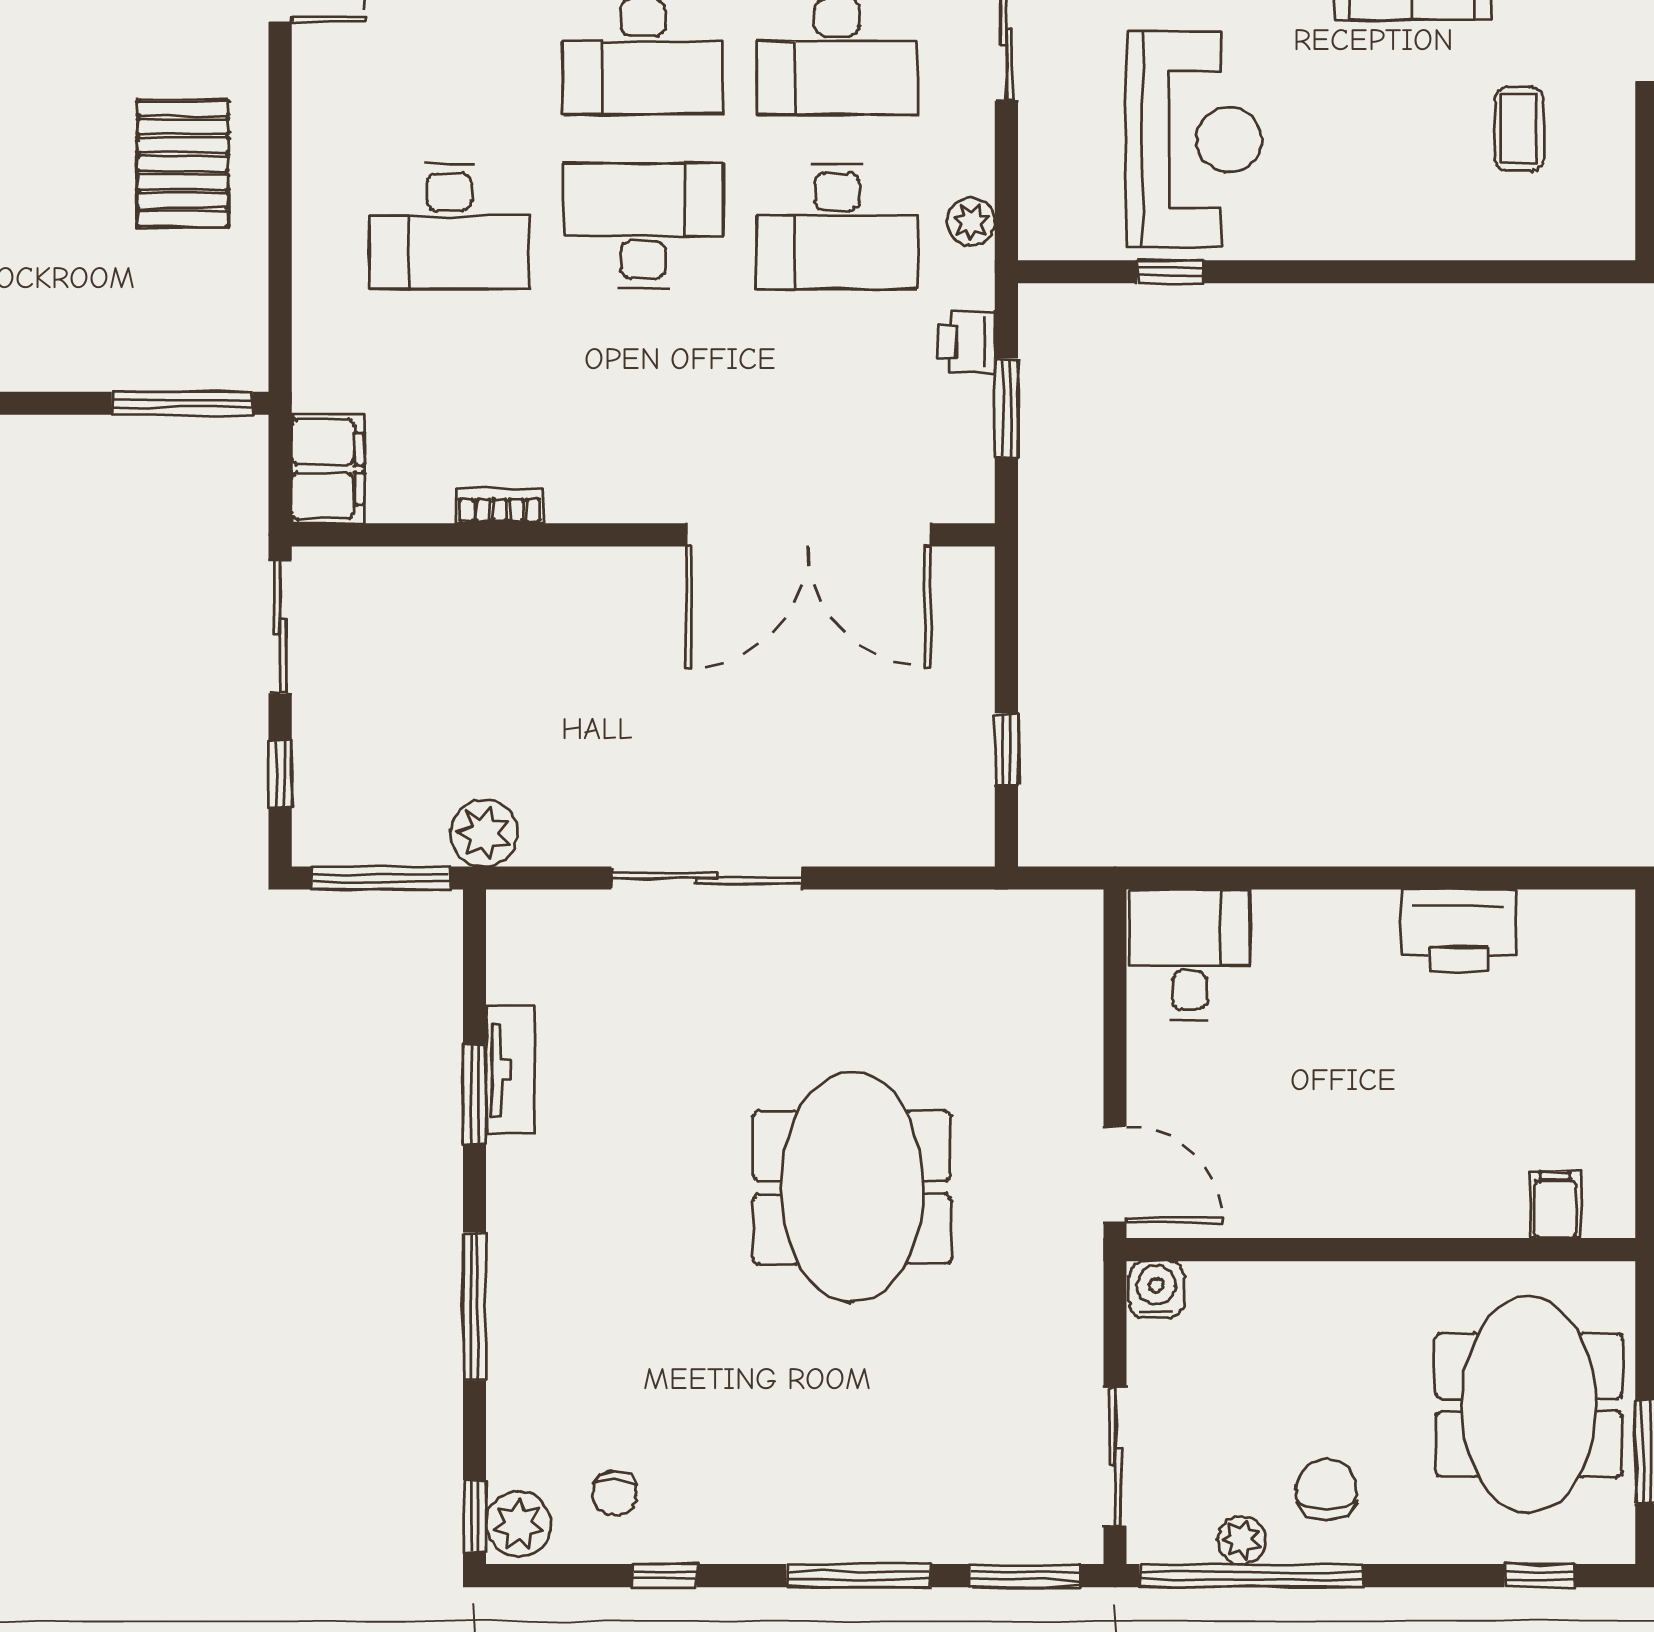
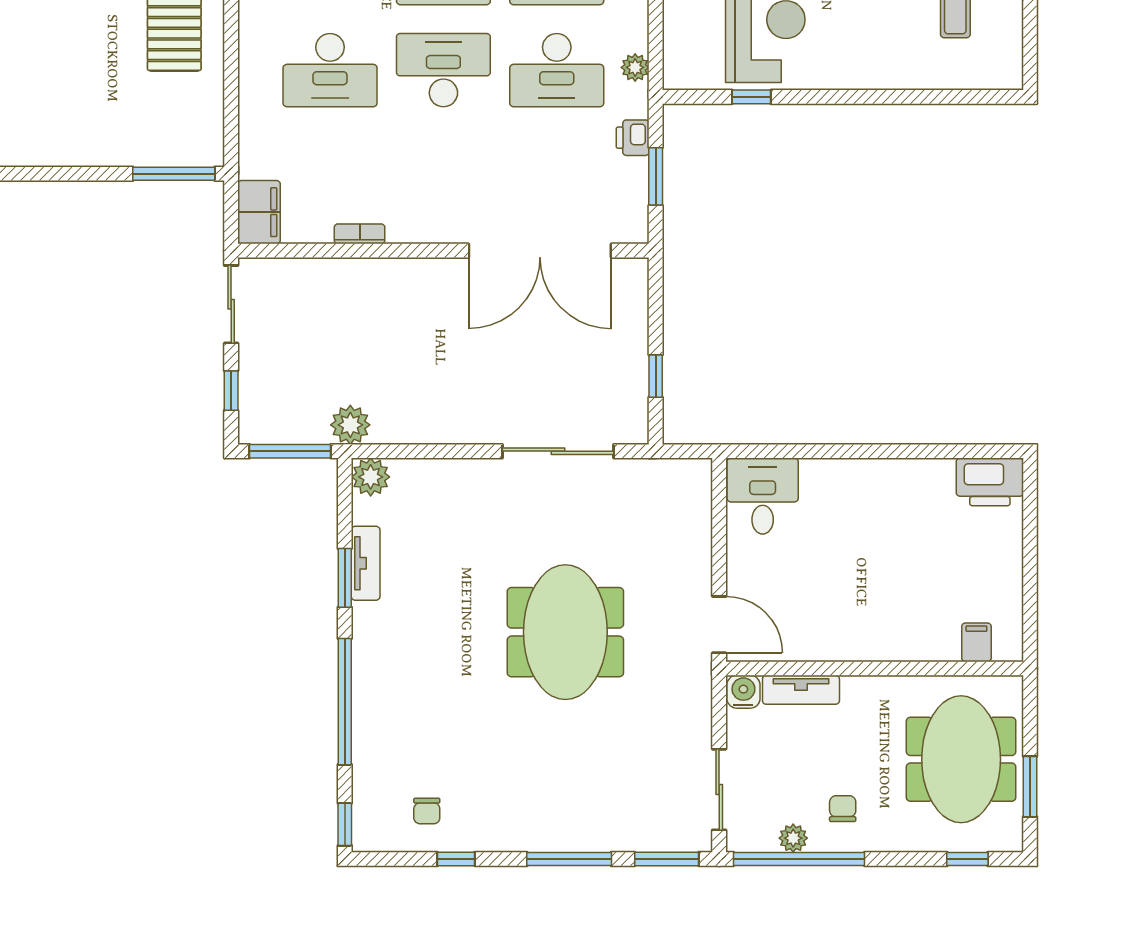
sliding door: (707, 878) -> (558, 451), moved
printer: (1458, 931) -> (990, 482), moved
tv unit: (1255, 1286) -> (801, 690), added
window: (475, 1306) -> (345, 702), width x1.46
chair: (1326, 1490) -> (843, 809), width x0.73, depth x0.73
plant: (519, 1524) -> (371, 477), moved

